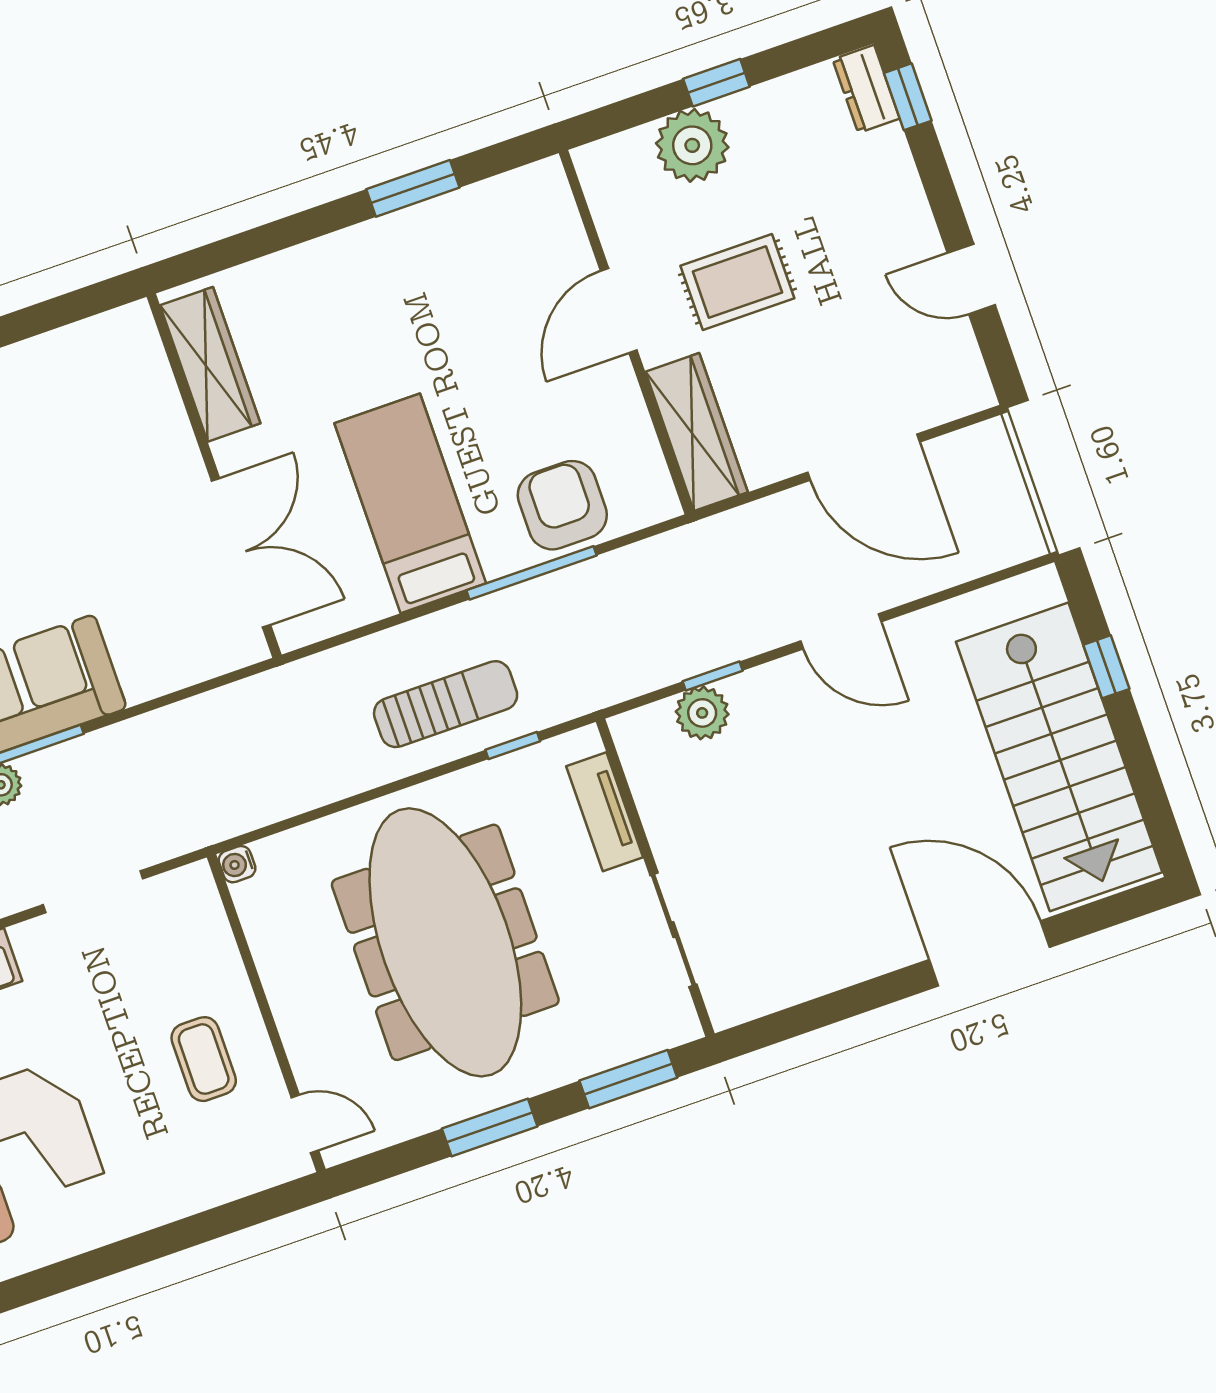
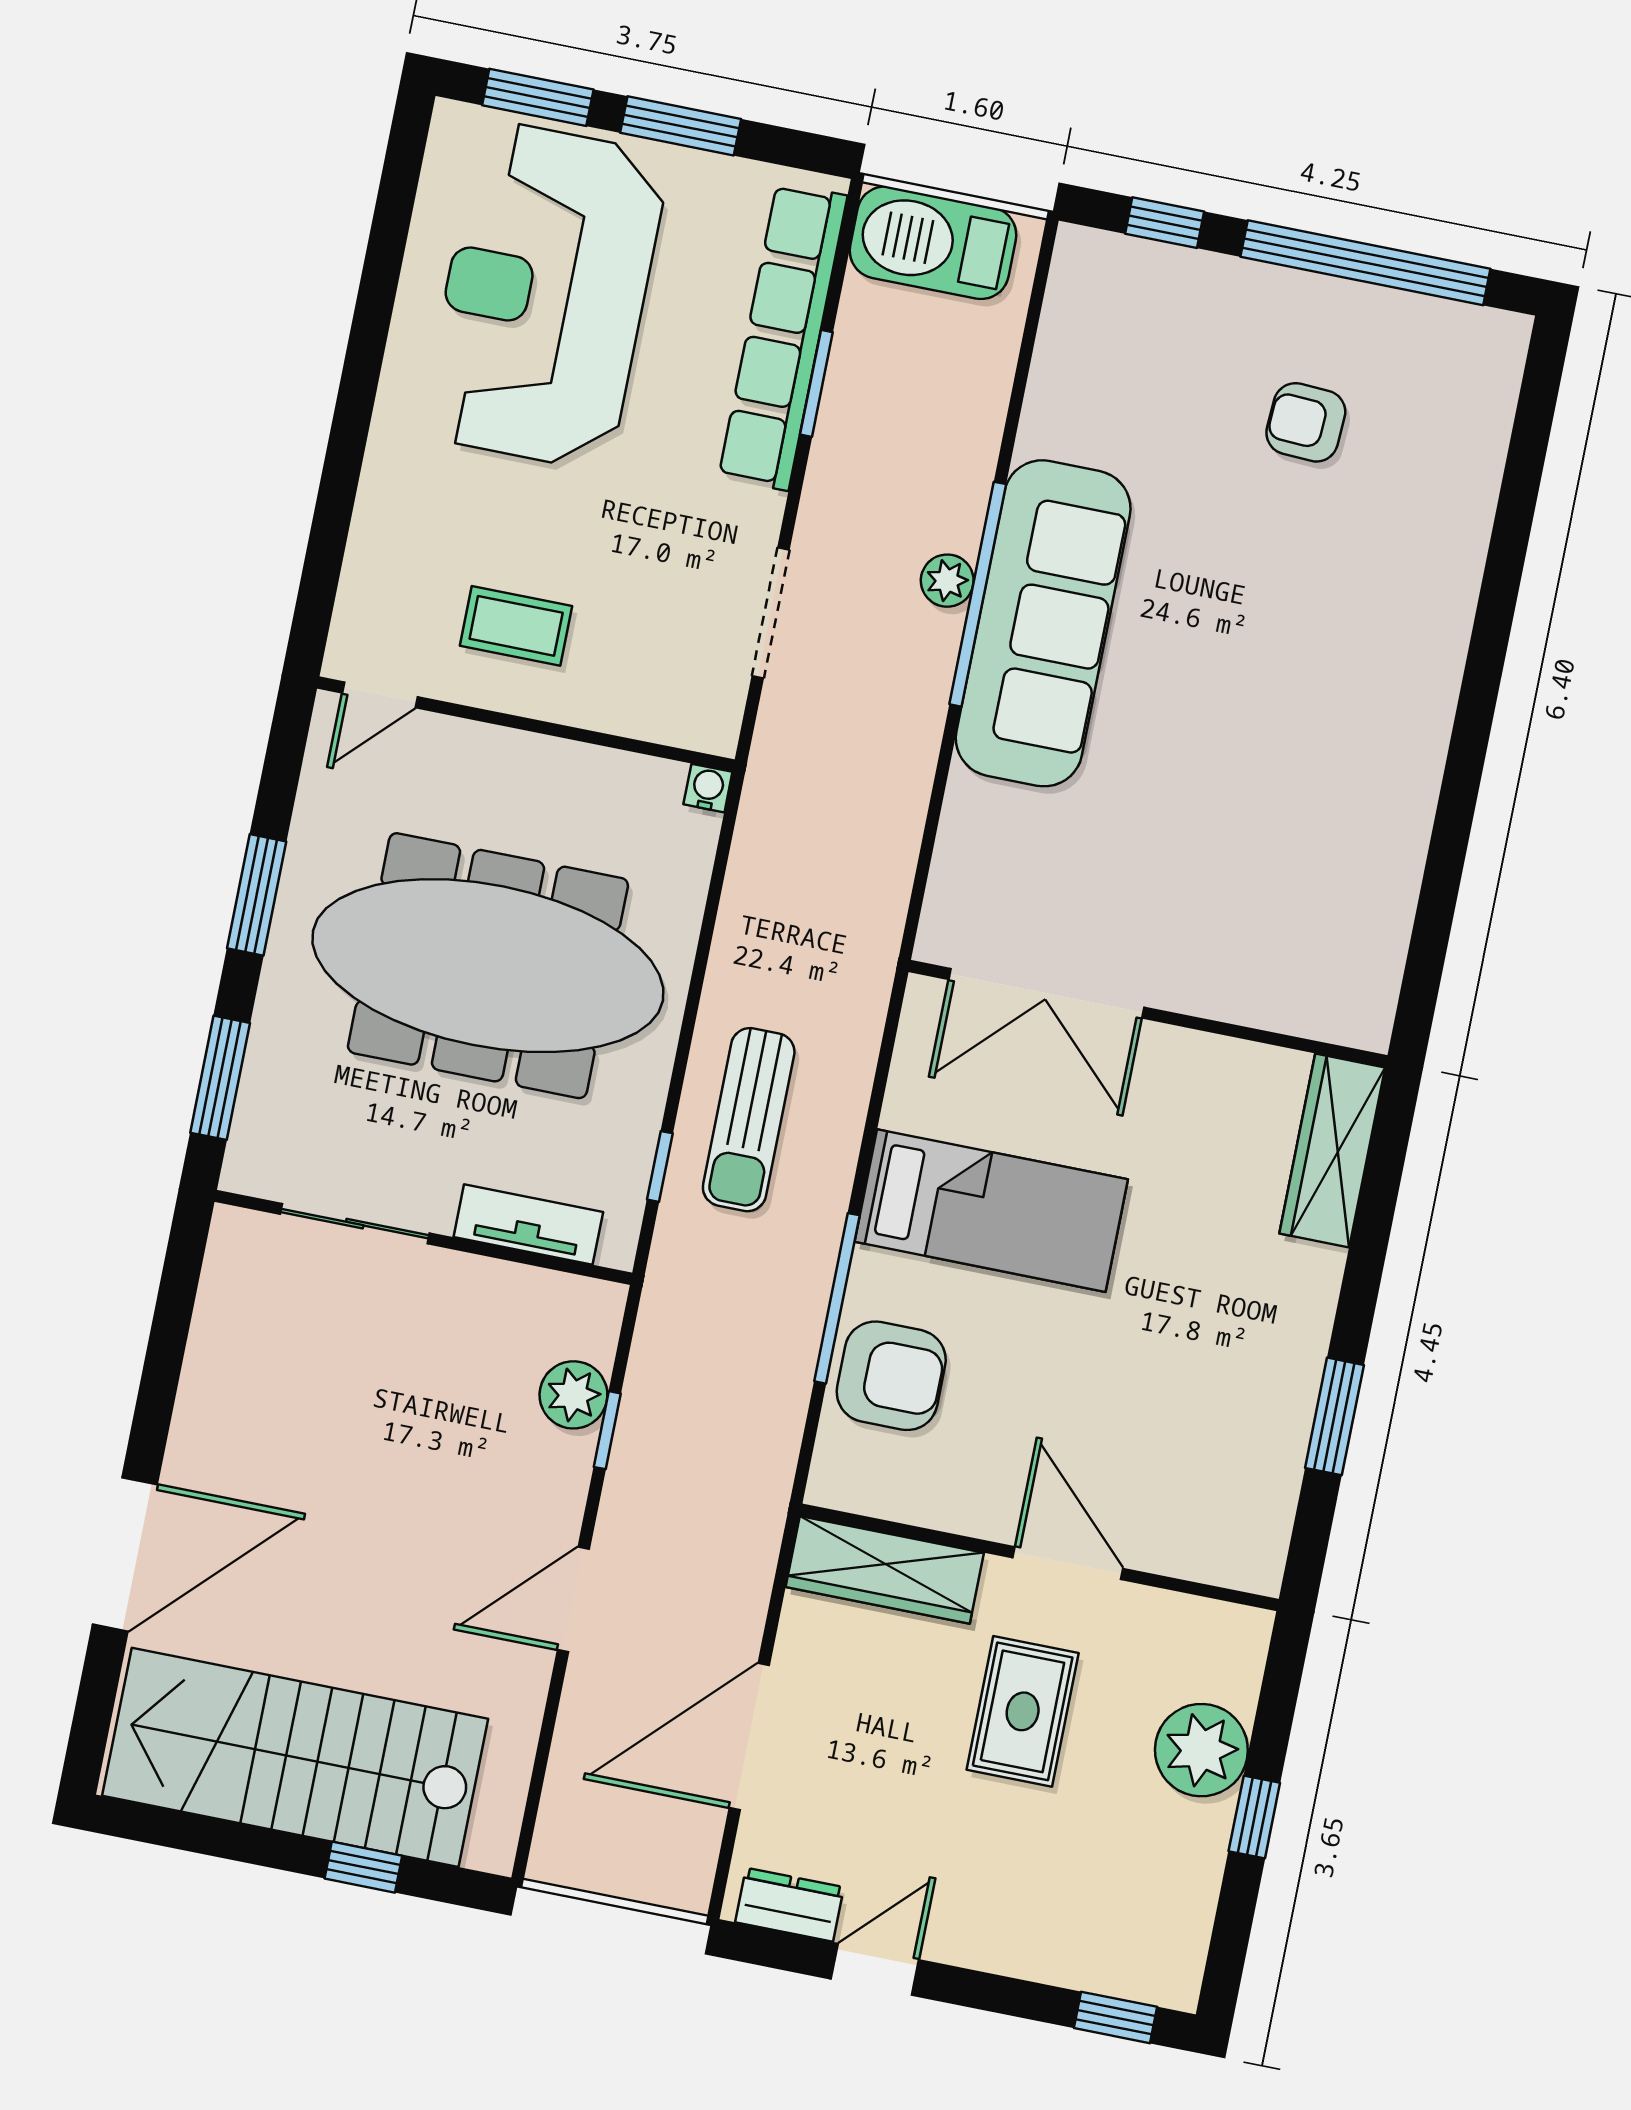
dresser: (866, 89) -> (790, 1905), moved
wardrobe: (210, 364) -> (1332, 1150), moved, turned 90

